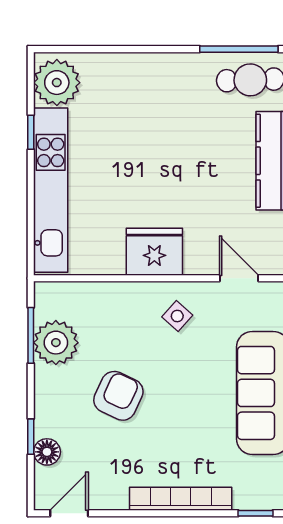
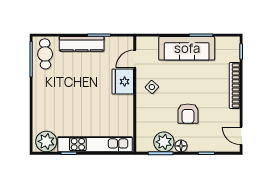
fridge: (154, 252) -> (123, 82), moved
armchair: (118, 396) -> (188, 114), turned -115
floor lamp: (47, 452) -> (181, 146), moved

